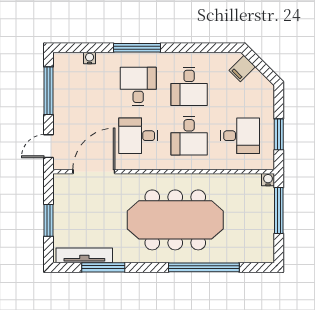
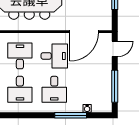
window: (137, 48) -> (71, 115), moved
desk: (189, 86) -> (20, 89), turned 180

